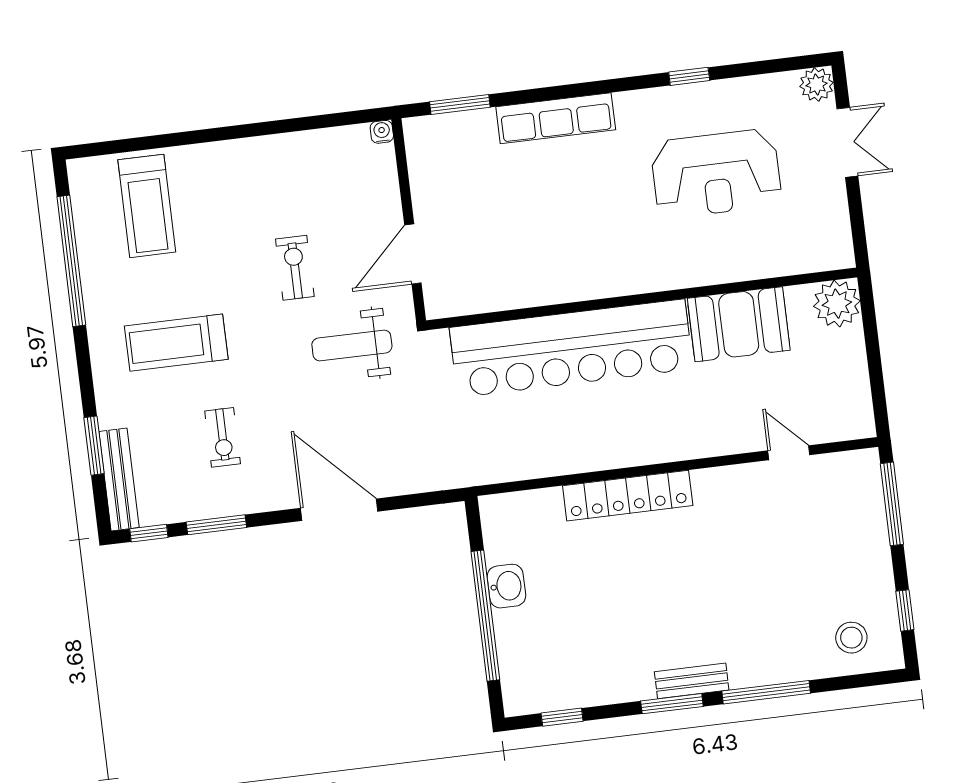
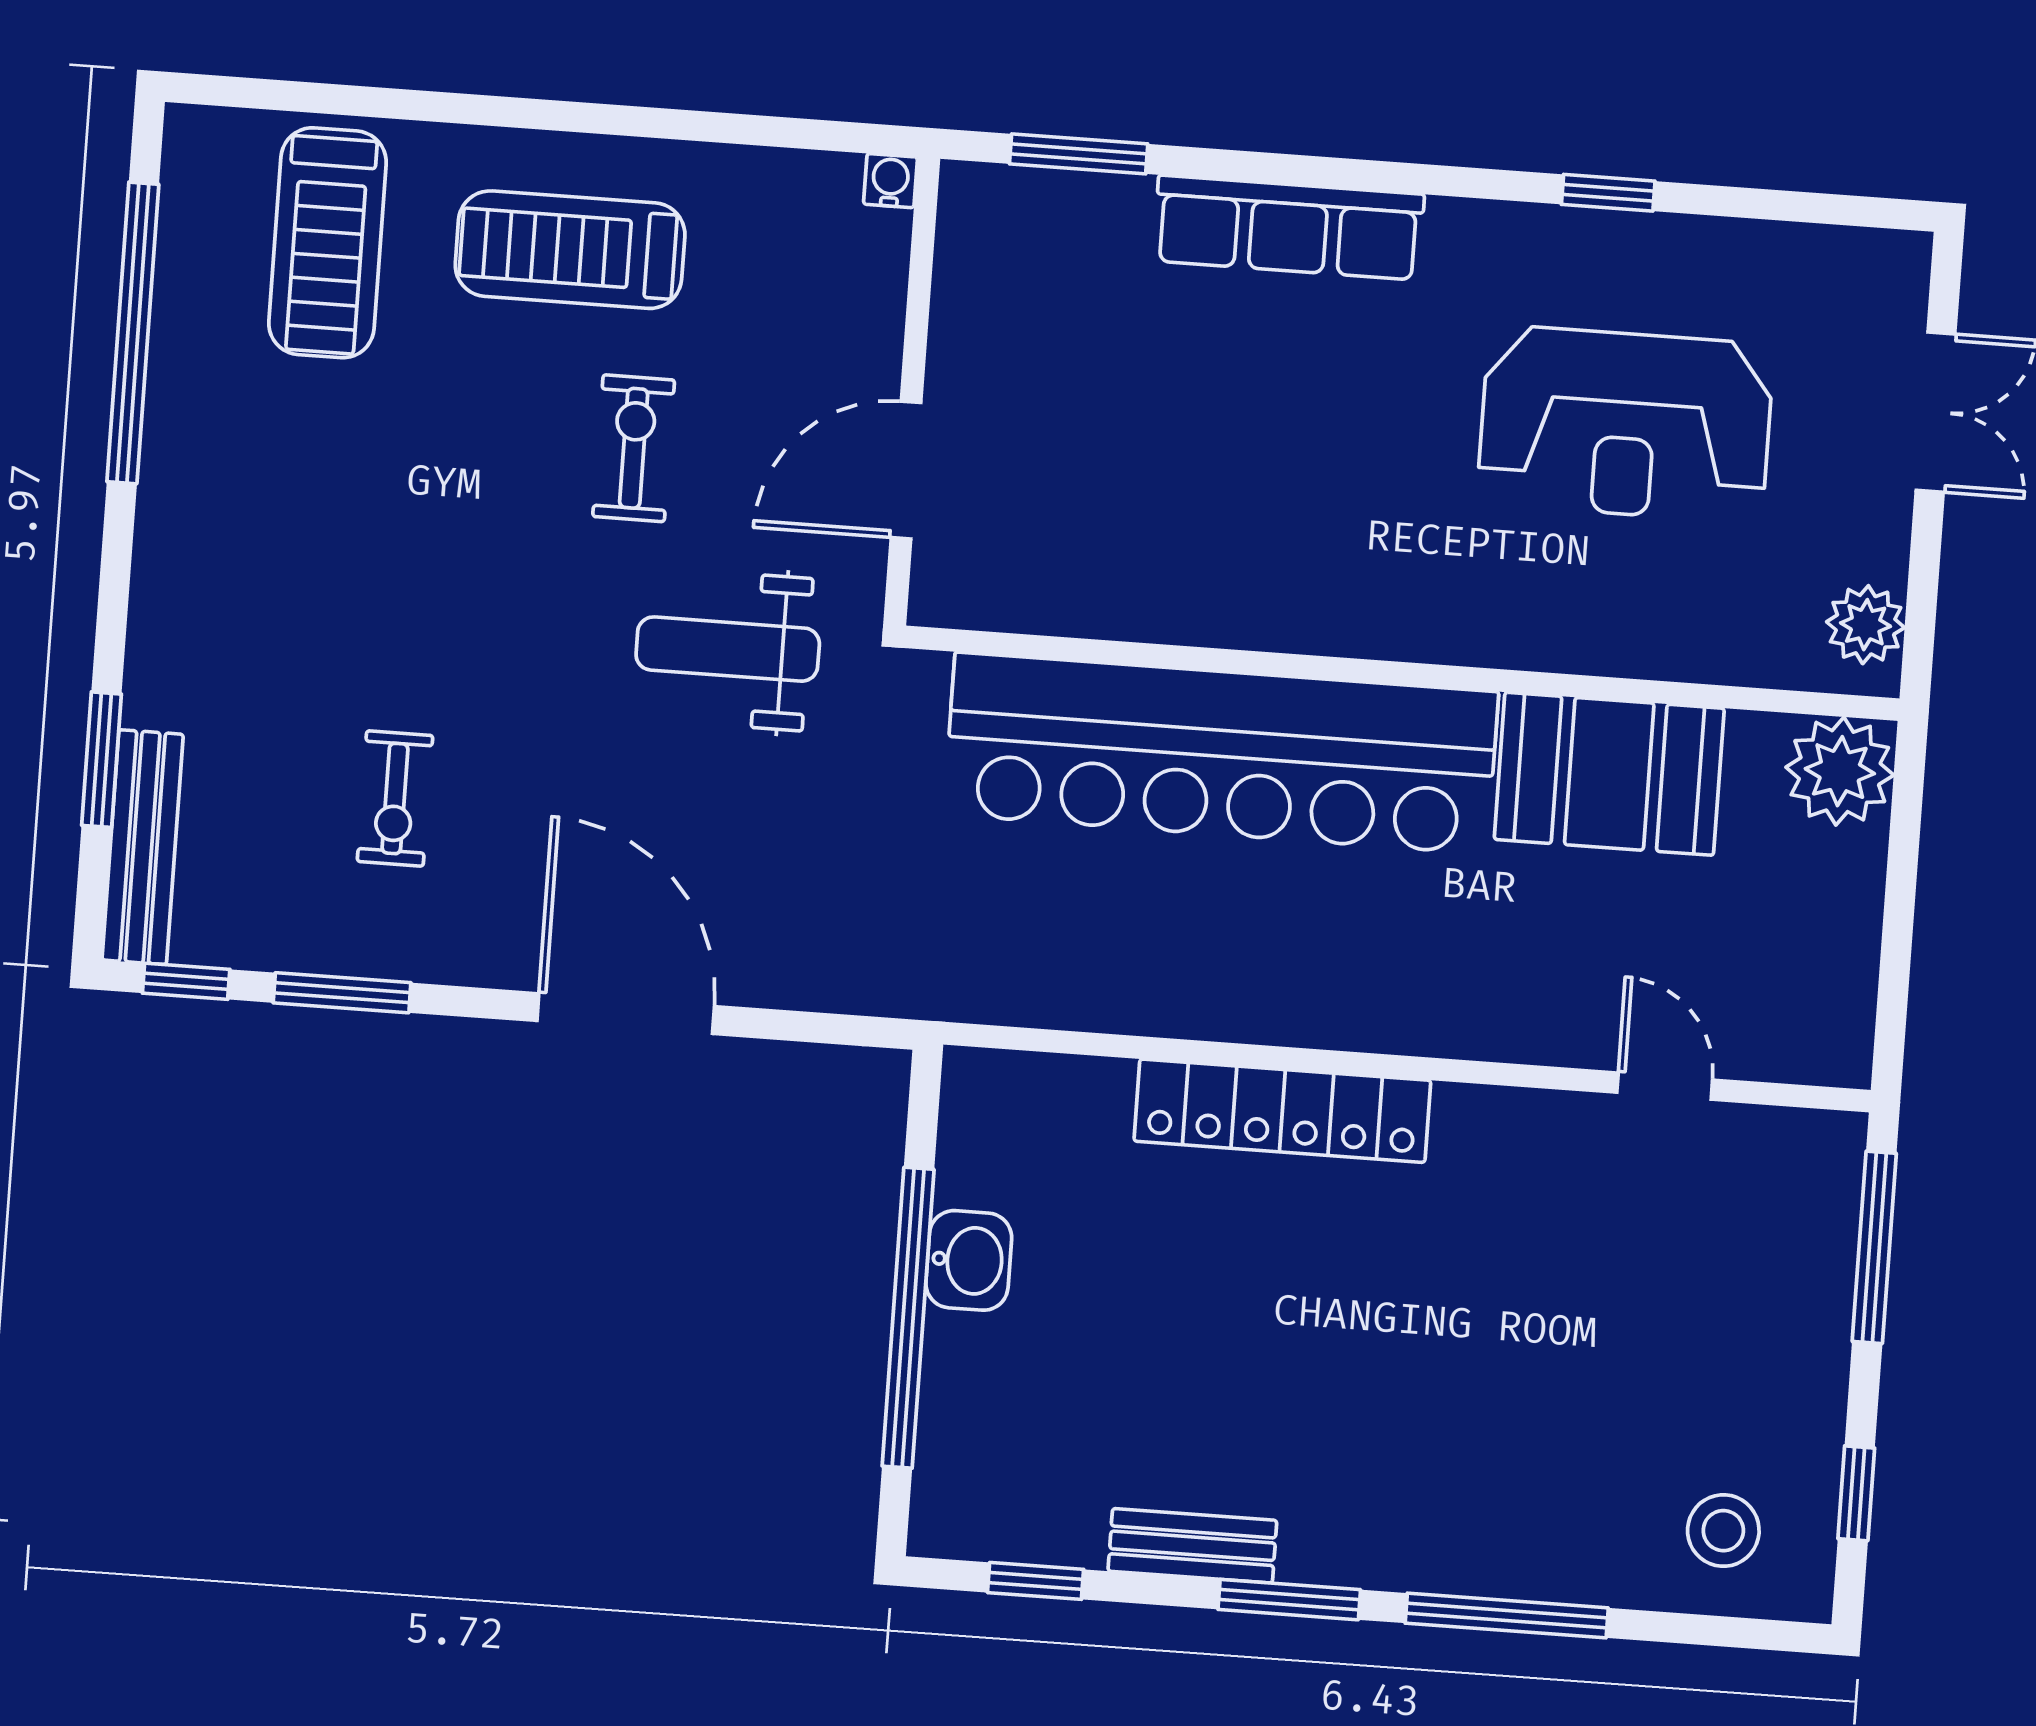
plant: (817, 84) -> (1866, 625), moved
treadmill: (176, 343) -> (570, 250), moved
bench: (692, 681) -> (1192, 1546), moved

